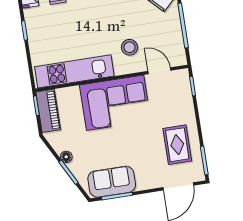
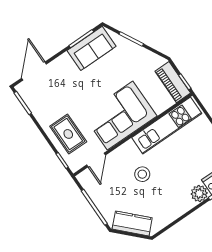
stool: (129, 47) -> (142, 174), moved
door: (159, 71) -> (96, 160), hinge flipped
rug: (177, 145) -> (68, 134), moved
floor lamp: (66, 157) -> (139, 51), removed

